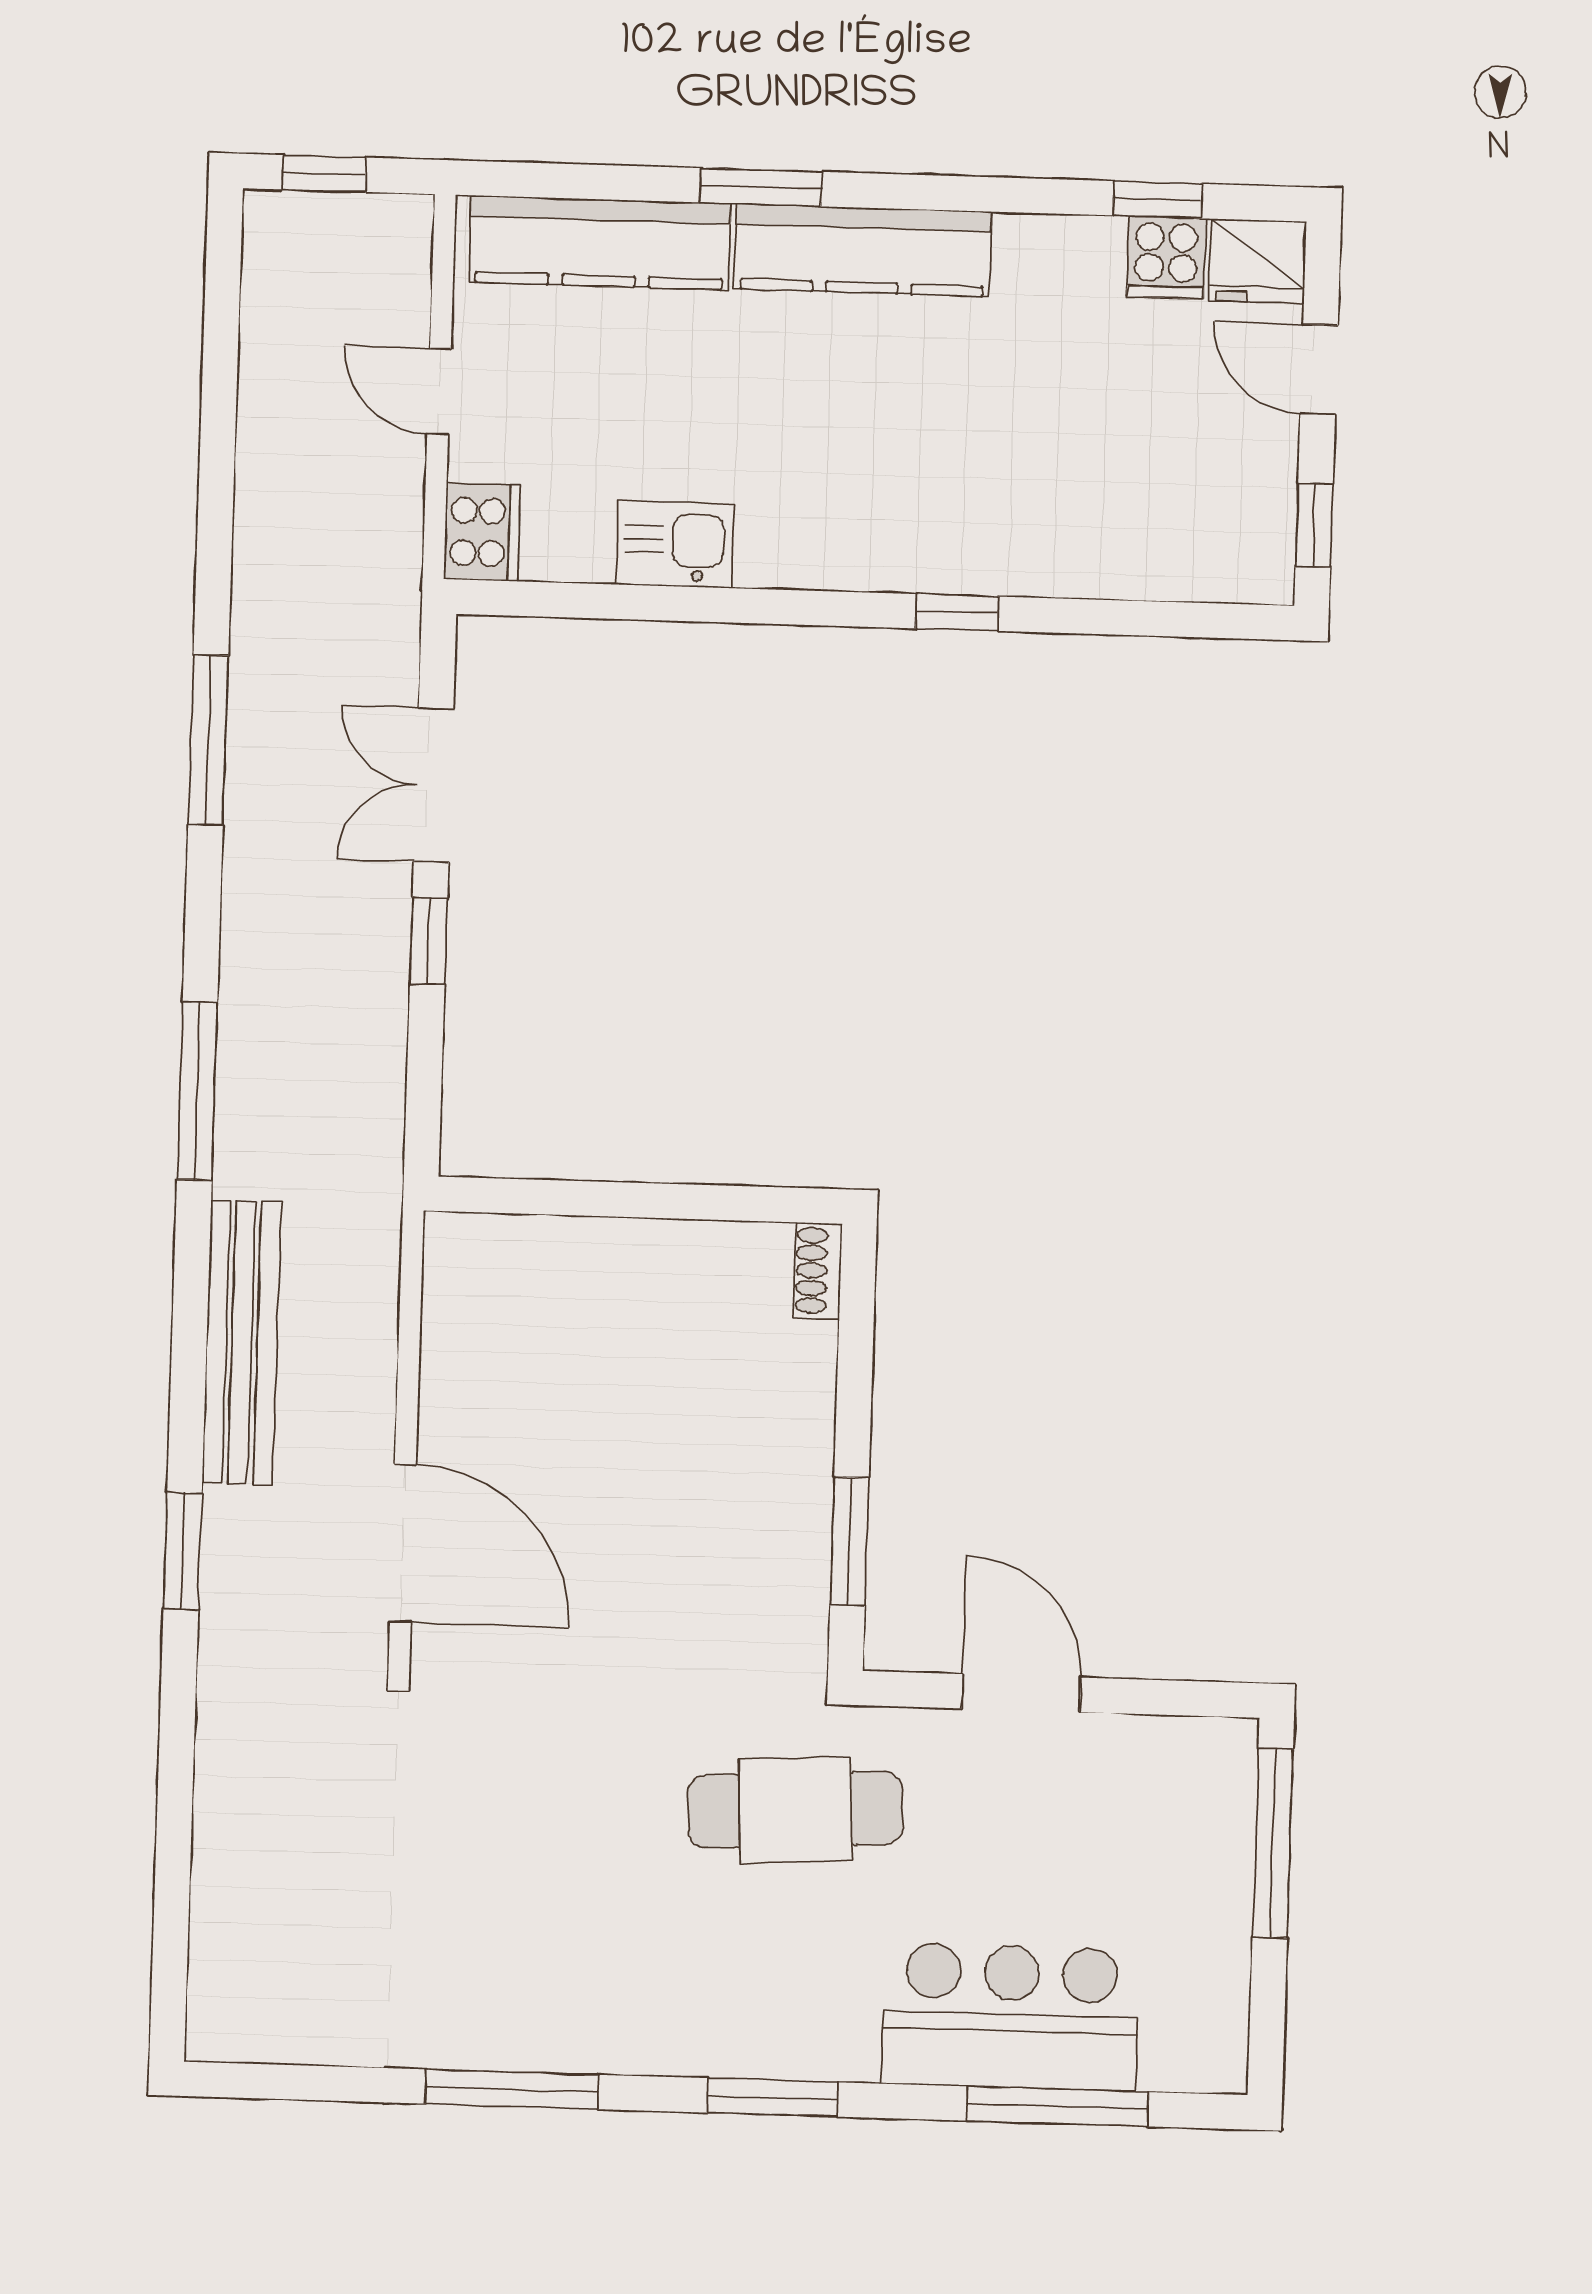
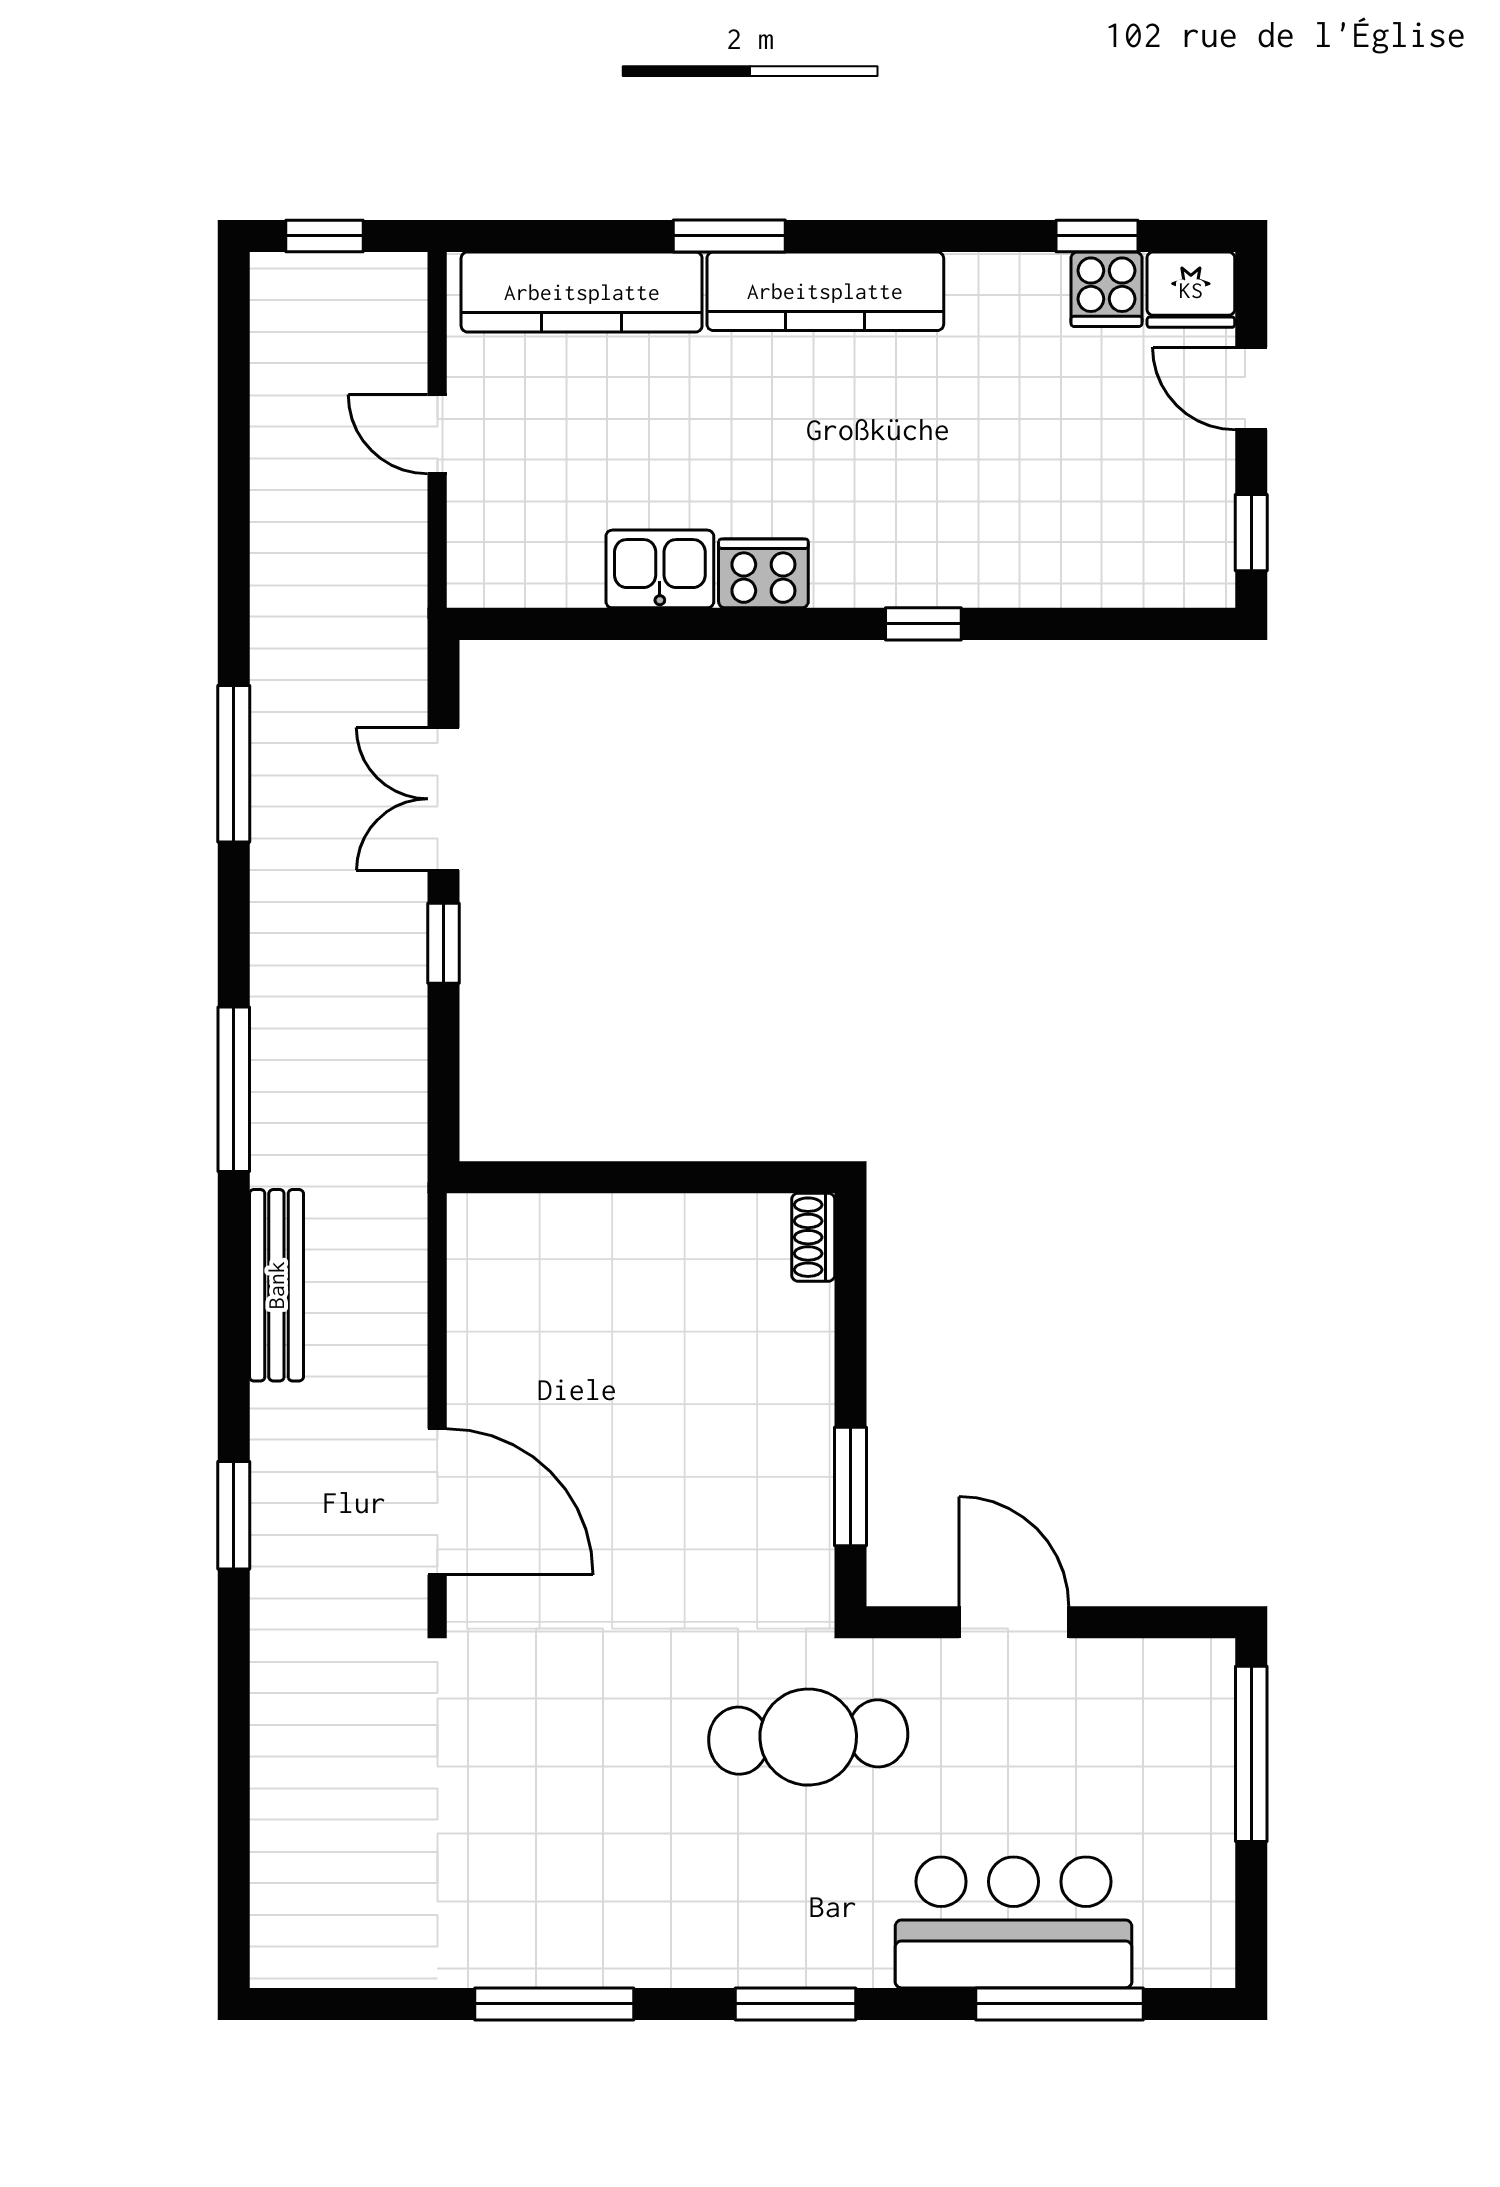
cooker: (482, 532) -> (763, 573), moved, turned -90
bench: (242, 1342) -> (276, 1285), width x0.73, depth x0.82

